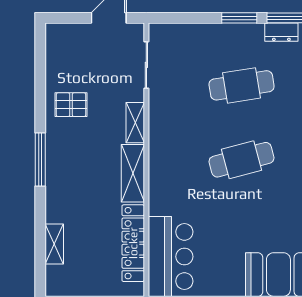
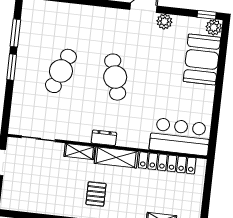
dresser: (281, 32) -> (104, 138), moved, turned -90
cafe table: (242, 85) -> (61, 71), turned 30
pallet: (71, 105) -> (96, 194), moved

